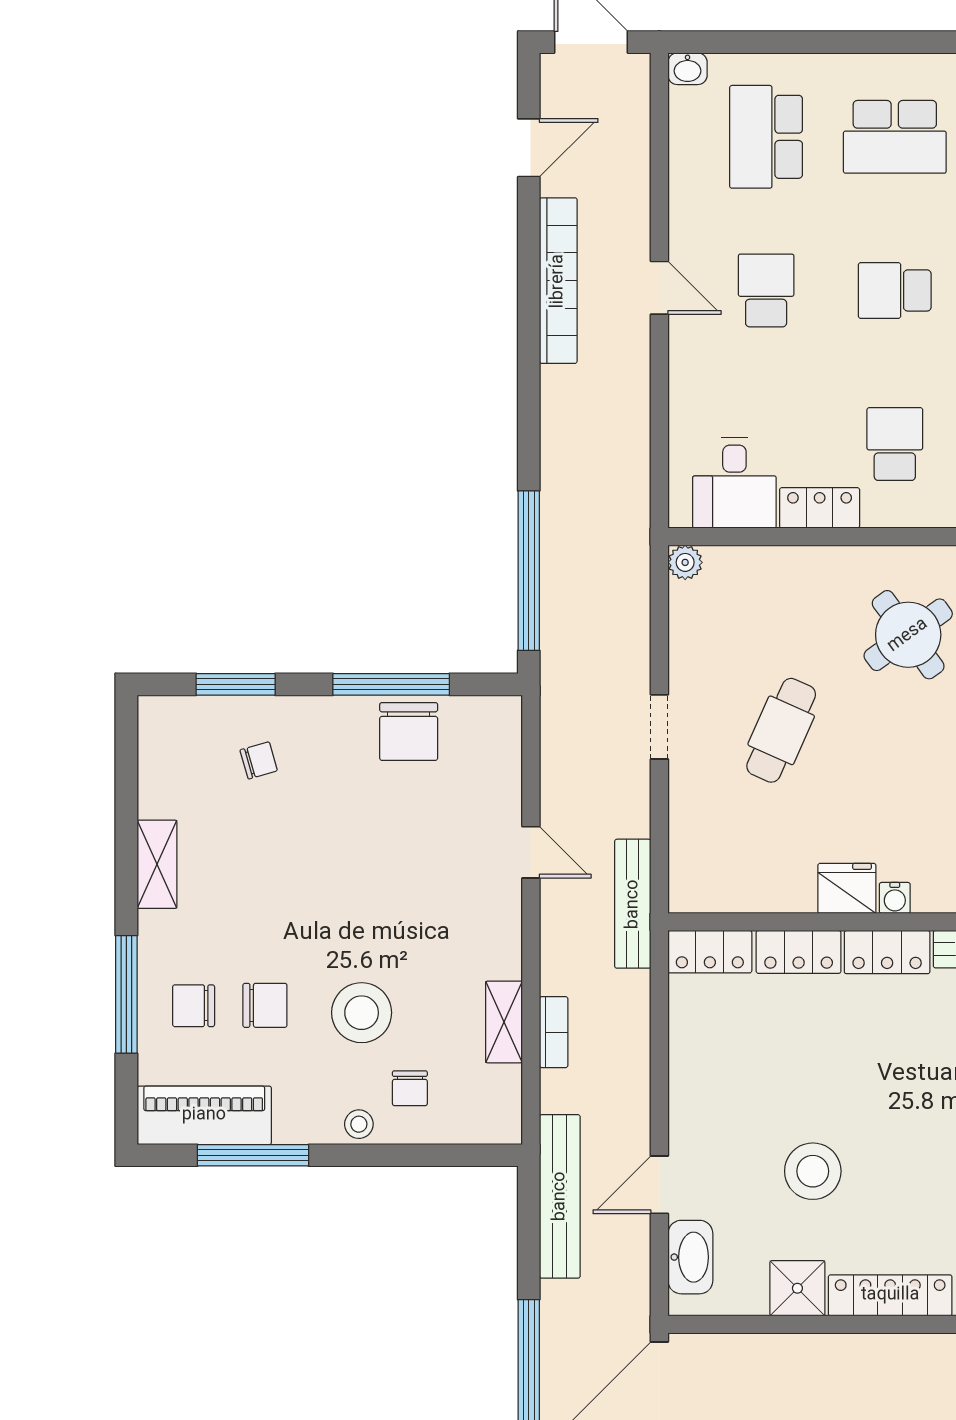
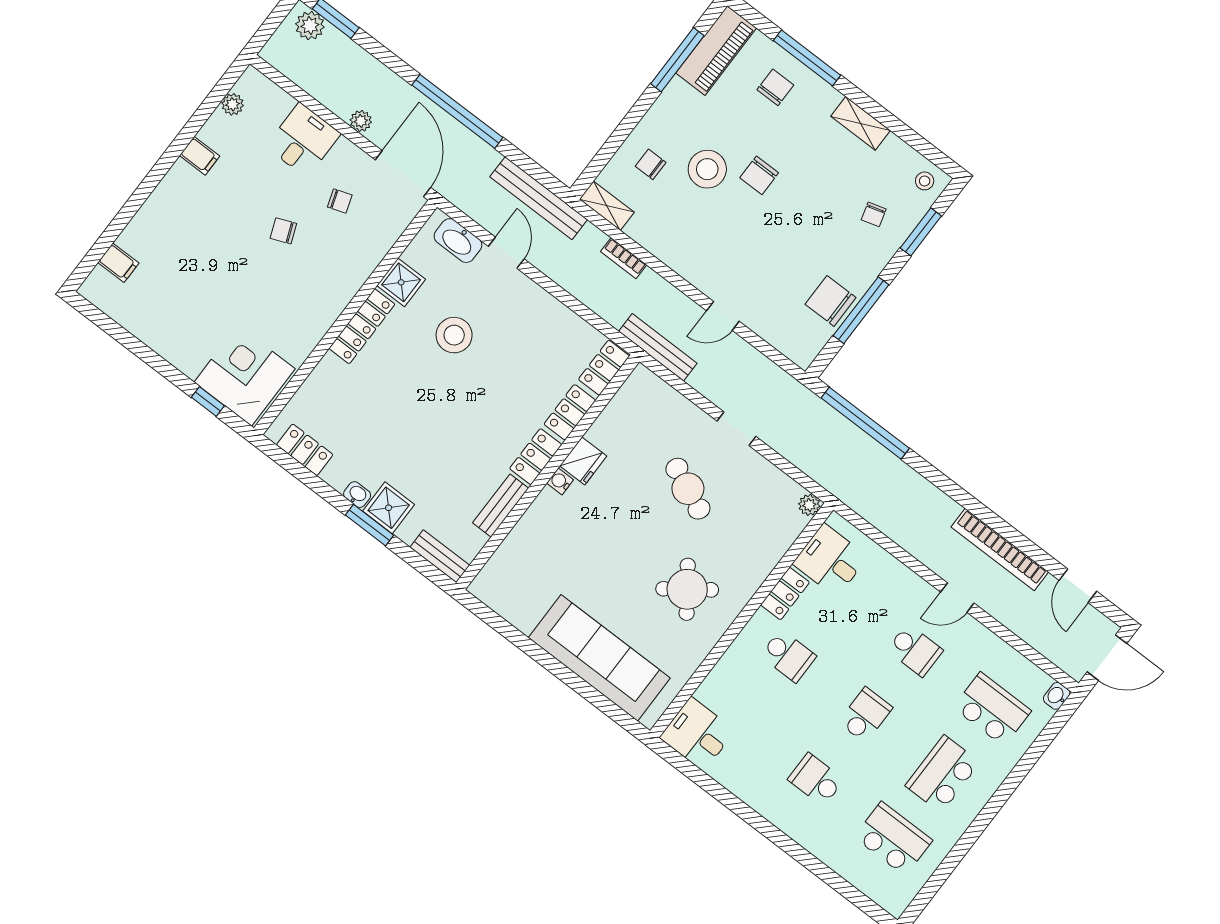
chair: (265, 1005) -> (759, 175), moved
shelving: (504, 1022) -> (607, 206), moved
stool: (359, 1124) -> (925, 181), moved

